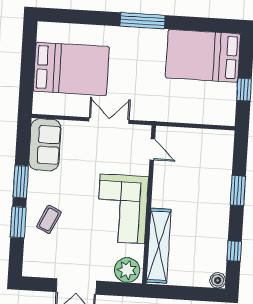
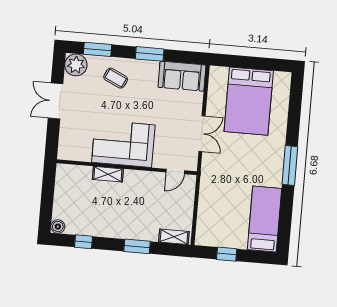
bed: (203, 56) -> (265, 219), width x0.67
shelving: (226, 149) -> (174, 237), added
window: (18, 222) -> (98, 49), moved
shelving: (159, 246) -> (108, 174), width x0.45, depth x0.75
plant: (127, 270) -> (76, 65), moved

